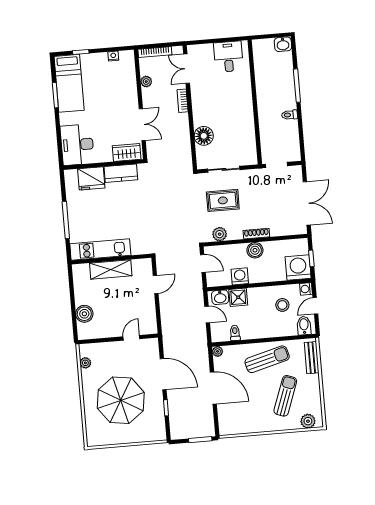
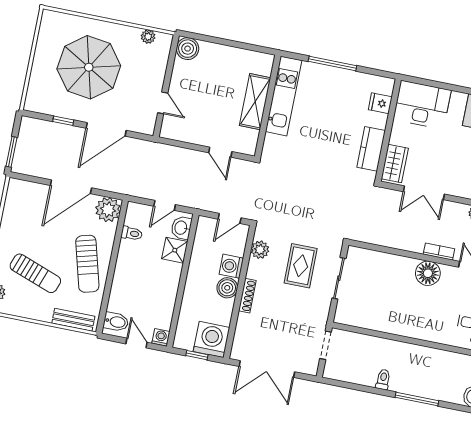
floor lamp: (204, 136) -> (428, 273), moved
fridge: (91, 178) -> (380, 103), width x0.53, depth x0.75
washing machine: (298, 267) -> (211, 340), moved, turned -90
washing machine: (240, 276) -> (231, 266), moved, turned 180
stool: (282, 305) -> (149, 302), removed
boiler: (84, 314) -> (188, 49), moved
plant: (218, 351) -> (108, 210), width x1.88, depth x1.88

